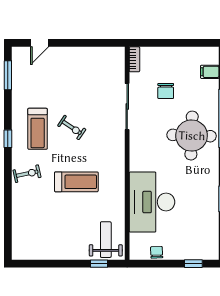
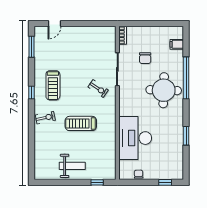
exercise bike: (72, 128) -> (98, 89), moved
treadmill: (76, 182) -> (81, 123), turned 180
weight bench: (106, 240) -> (72, 166), moved, turned 90

